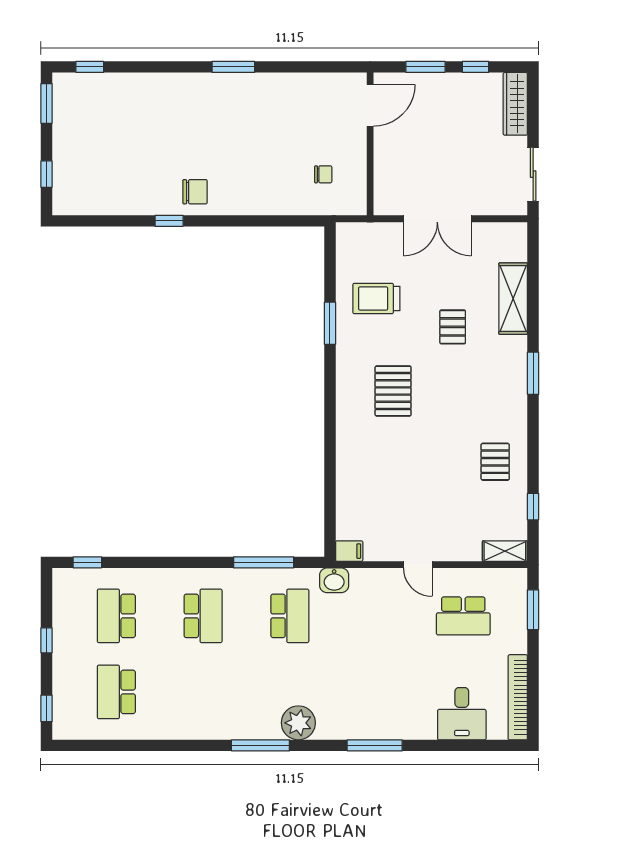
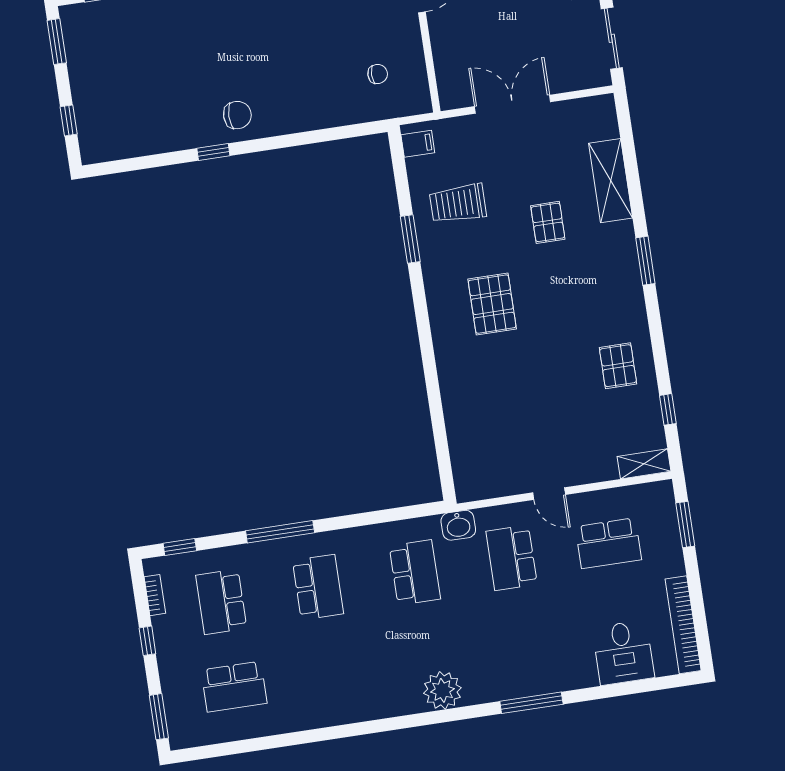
double door: (437, 219) -> (513, 104), swing flipped
filing cabinet: (349, 551) -> (418, 144), moved
window: (264, 562) -> (280, 532), moved
bookcase: (59, 601) -> (155, 595), added
school desk: (377, 616) -> (512, 558), added
school desk: (116, 692) -> (234, 687), turned -90
window: (47, 708) -> (159, 717), width x1.50
window: (260, 745) -> (404, 722), removed

